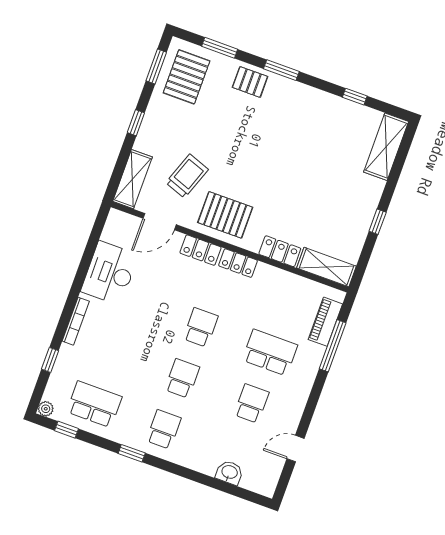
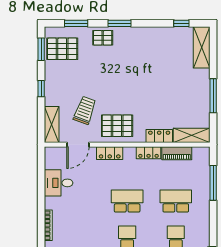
pallet: (187, 77) -> (62, 49), turned 90
window: (355, 97) -> (181, 23), moved
window: (378, 222) -> (213, 96), width x2.17
locker: (238, 263) -> (149, 153), moved
desk: (110, 273) -> (59, 183), width x0.73
piano: (325, 322) -> (177, 153), moved, turned -90
school desk: (201, 327) -> (127, 201), width x1.85

